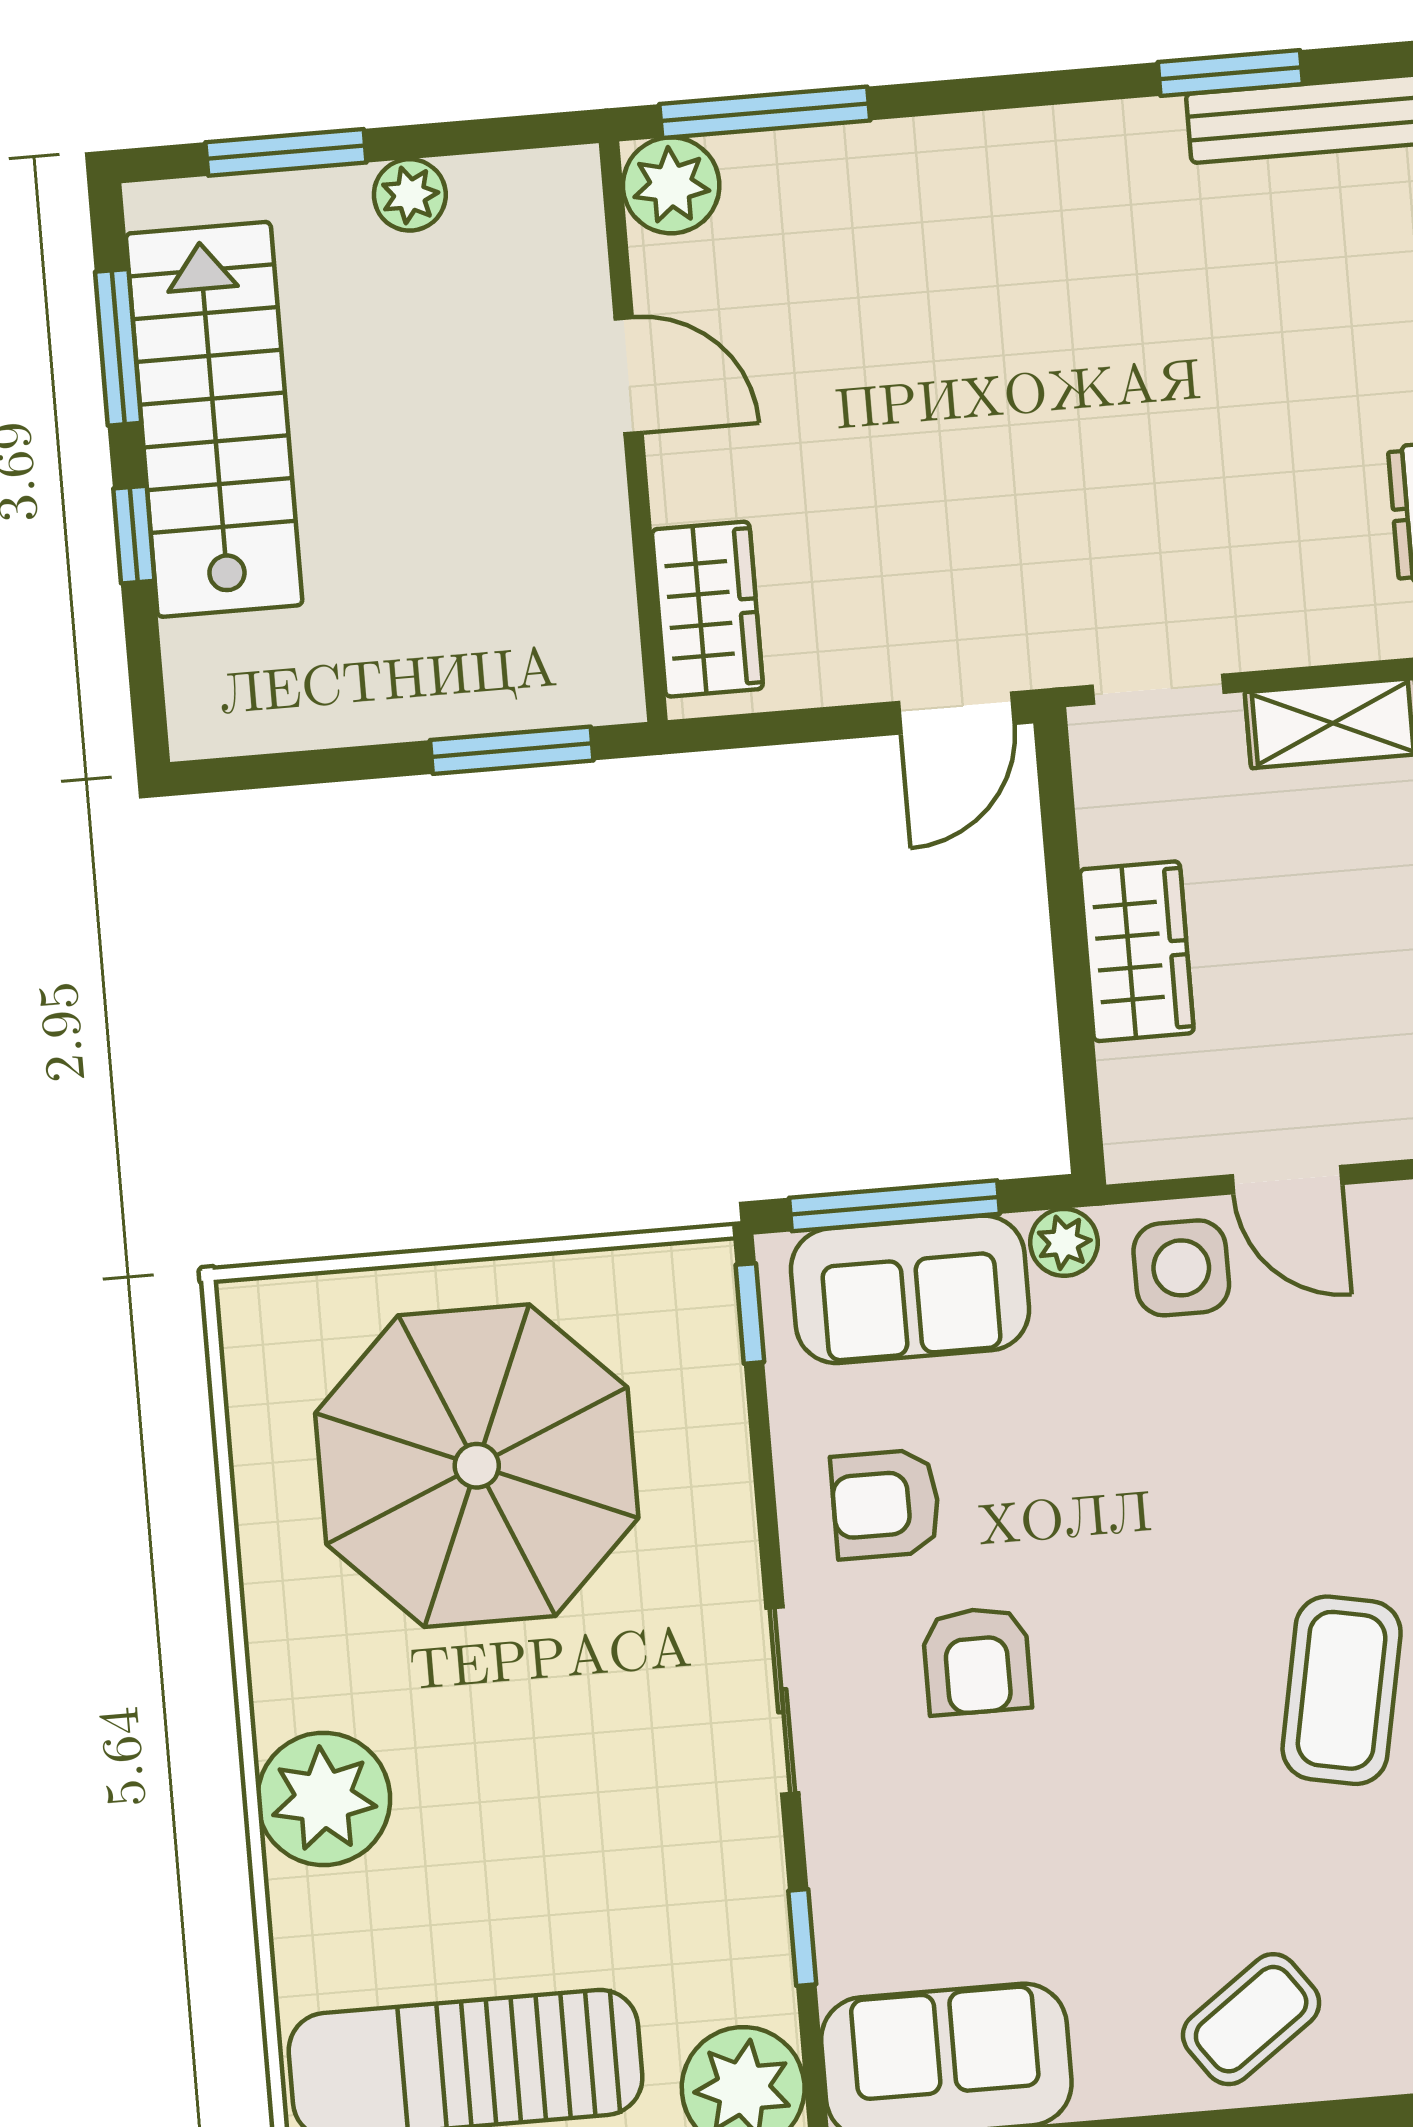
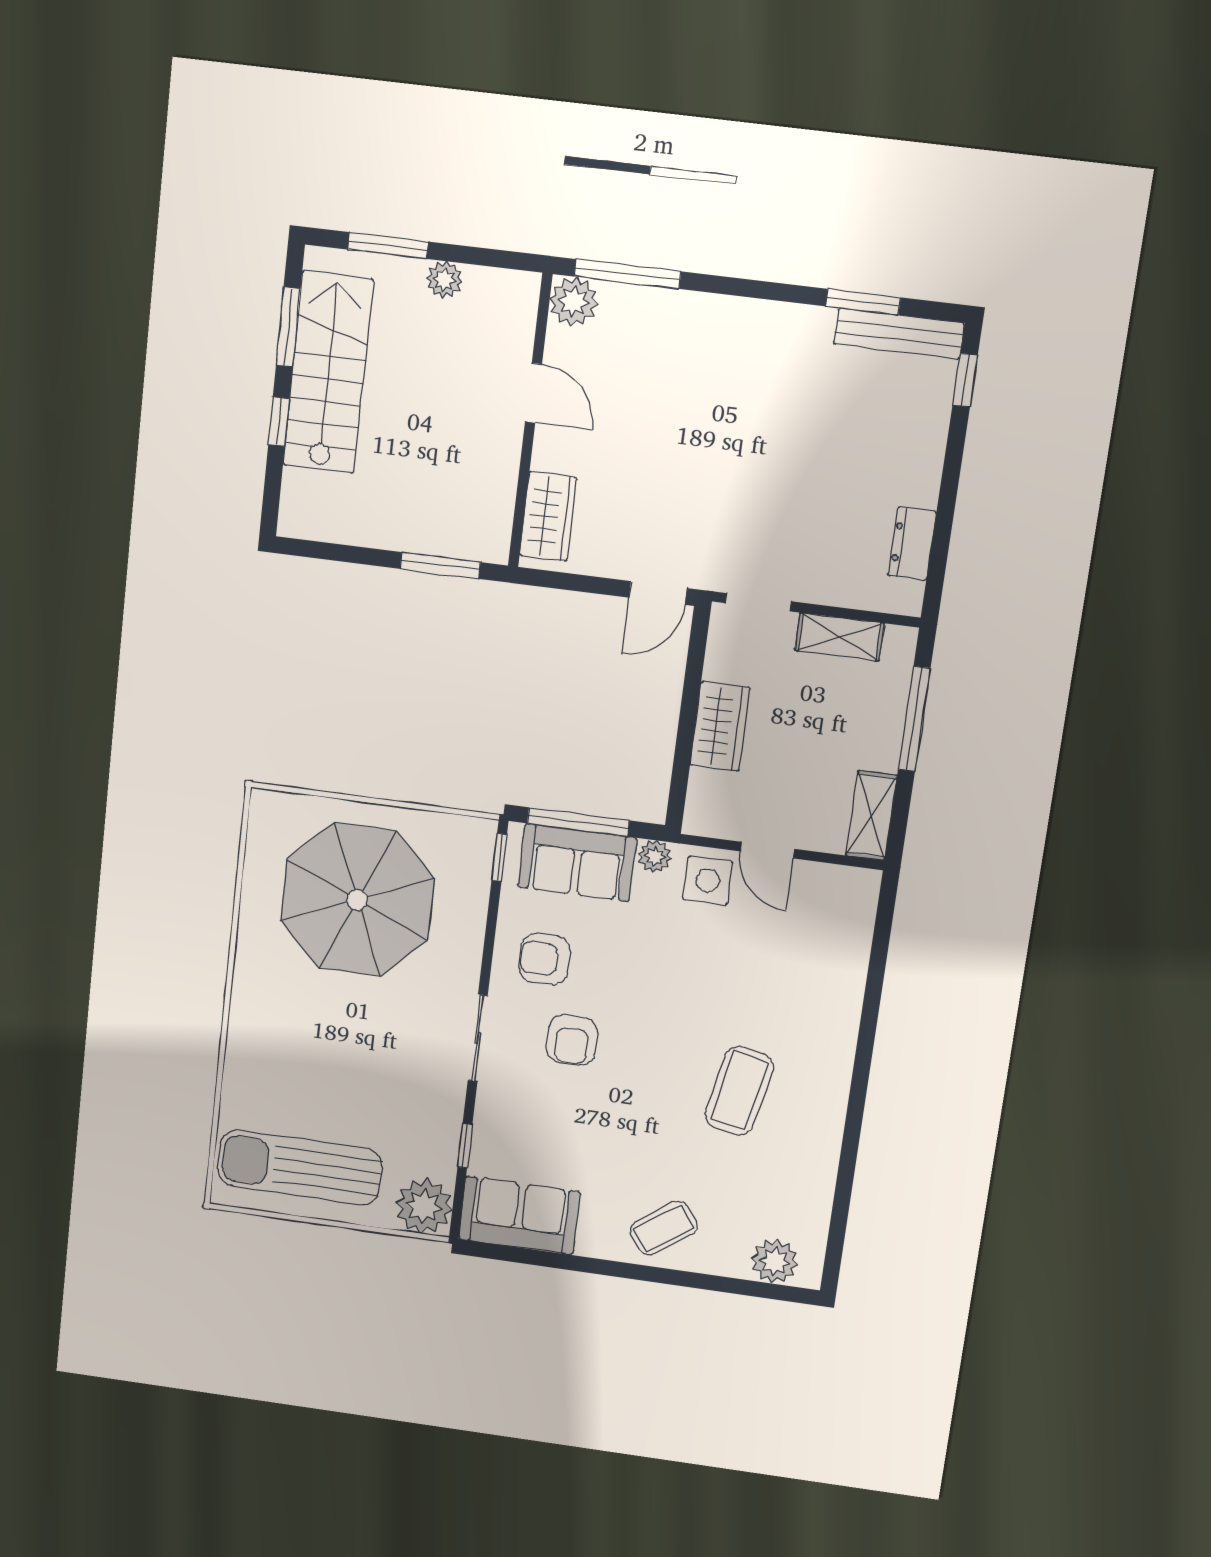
plant: (324, 1799) -> (257, 1035), removed

